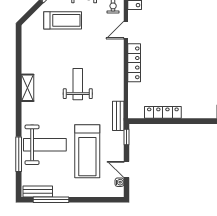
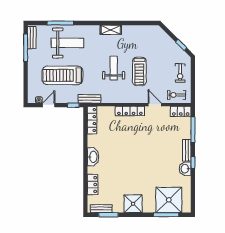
treadmill: (63, 20) -> (139, 71), moved
weight bench: (78, 84) -> (114, 68), turned -90
washbasin: (194, 111) -> (93, 157), added
locker: (163, 112) -> (92, 120), moved
weight bench: (45, 145) -> (67, 43), turned -90

